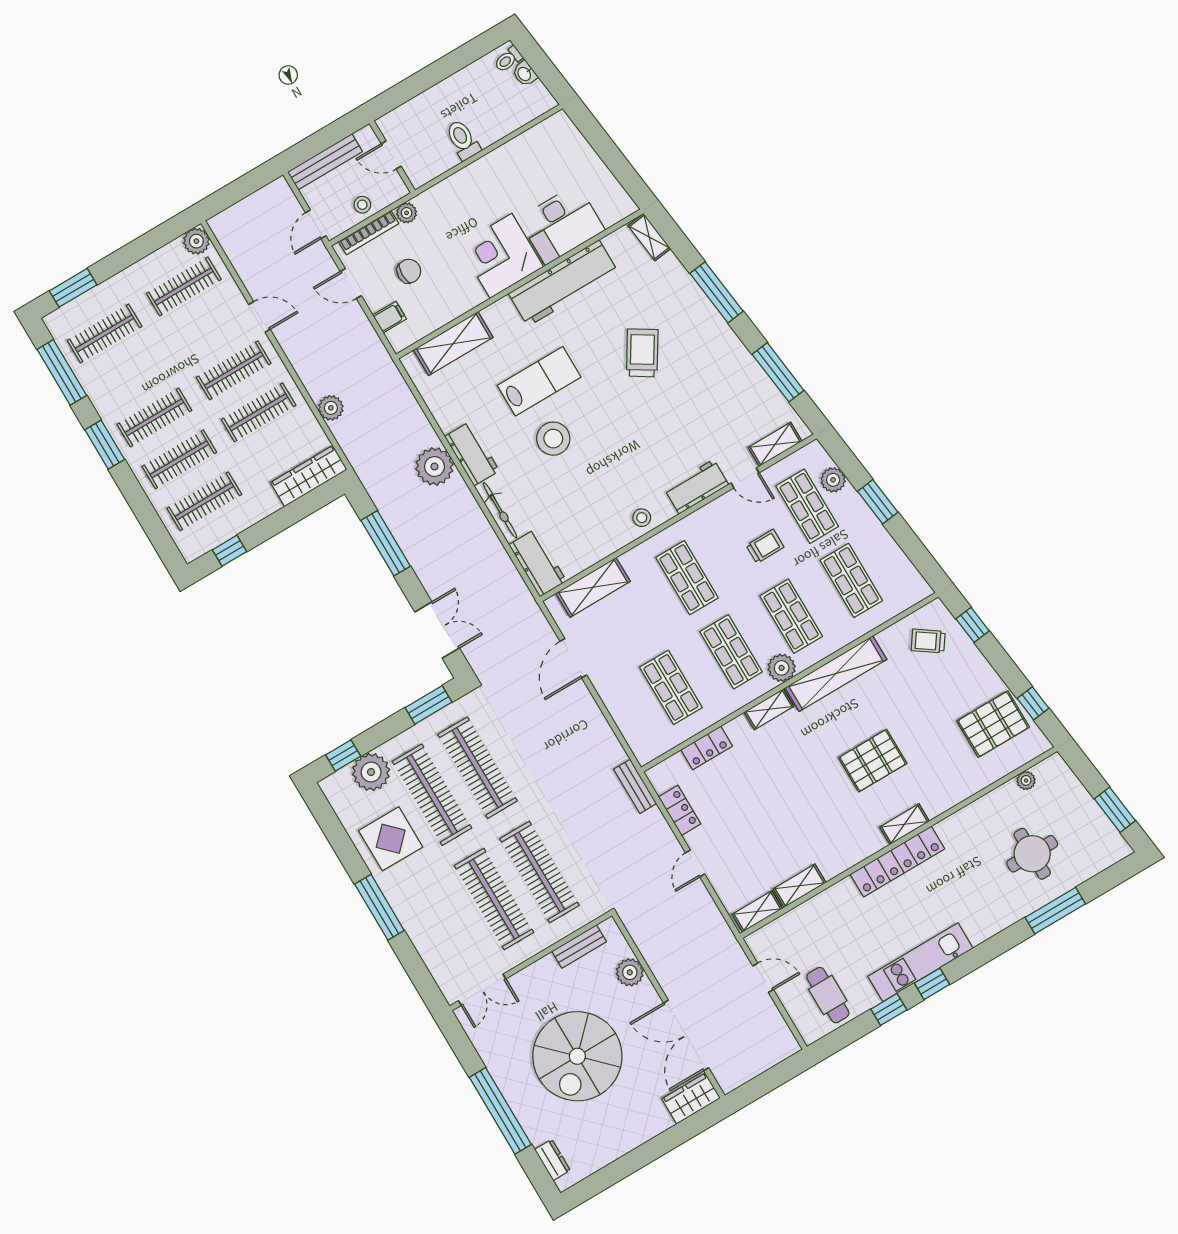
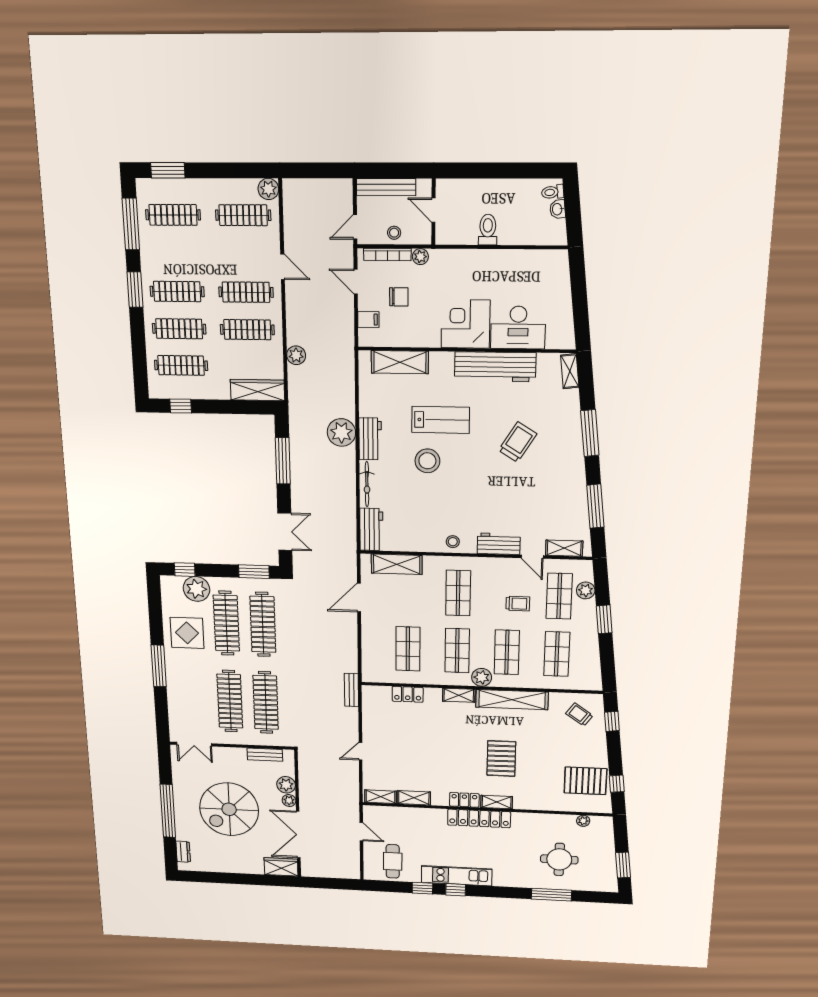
pallet: (873, 761) -> (501, 758), turned 90
locker: (680, 810) -> (464, 800), moved, turned -90
plant: (646, 993) -> (289, 800), added

